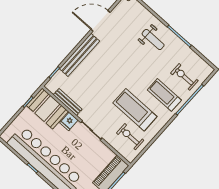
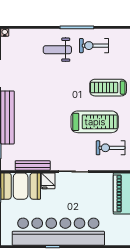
weight bench: (153, 39) -> (57, 50), turned 180
exercise bike: (184, 77) -> (94, 46), moved
treadmill: (135, 110) -> (95, 122), turned 180

